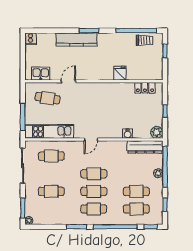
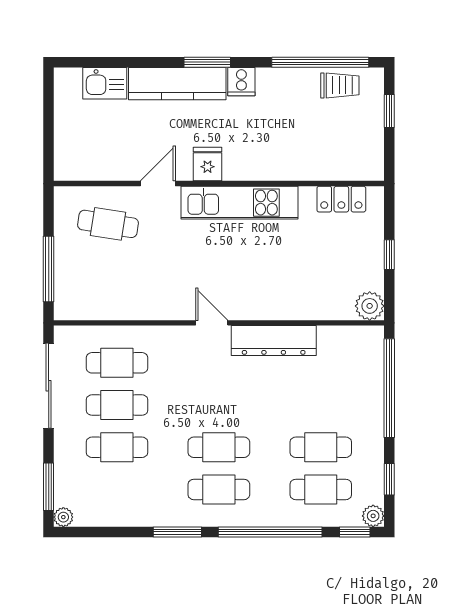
cooker: (30, 39) -> (241, 82), moved
fridge: (120, 73) -> (208, 164), moved
kitchen sink: (41, 74) -> (105, 83), moved, turned 180
kitchen unit: (49, 132) -> (239, 203), moved, turned 180
water cooler: (128, 134) -> (300, 309), removed
door: (91, 139) -> (212, 323), swing flipped
dresser: (145, 147) -> (274, 341), moved
plant: (158, 173) -> (373, 516), moved
cafe table: (94, 174) -> (117, 405), moved

